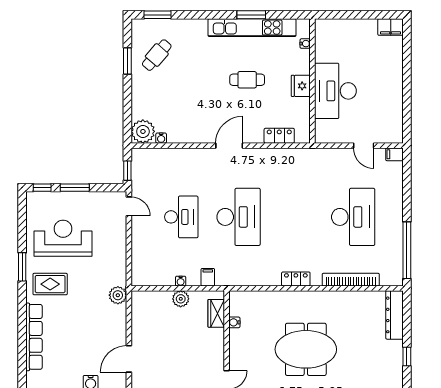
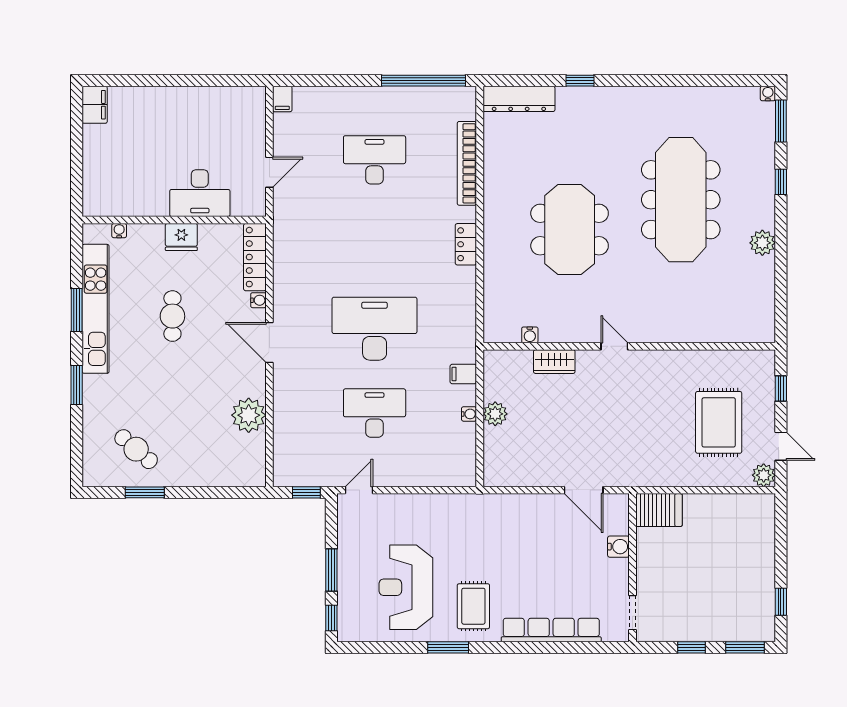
window: (158, 15) -> (77, 385), moved
desk: (335, 91) -> (200, 193), width x0.73, depth x0.77
plant: (143, 131) -> (249, 415), moved
locker: (279, 136) -> (255, 257), width x1.53
water cooler: (161, 138) -> (258, 300), moved
door: (364, 146) -> (269, 172), moved
desk: (353, 217) -> (375, 160), width x0.73, depth x0.77
plant: (118, 295) -> (490, 507), removed
wardrobe: (216, 313) -> (554, 362), moved

